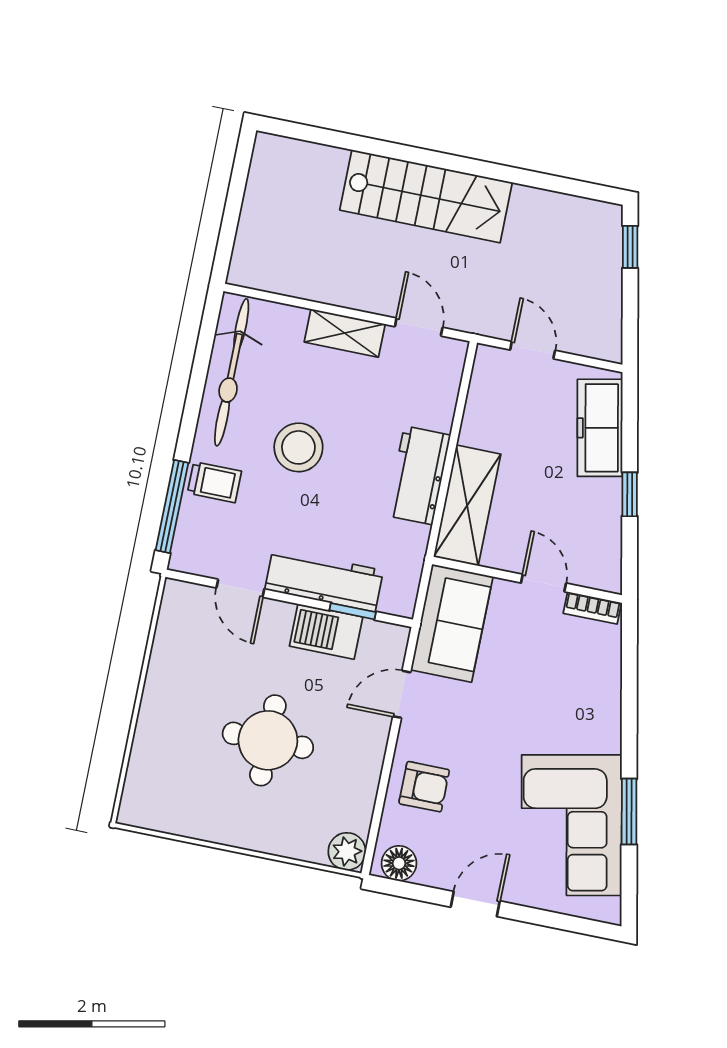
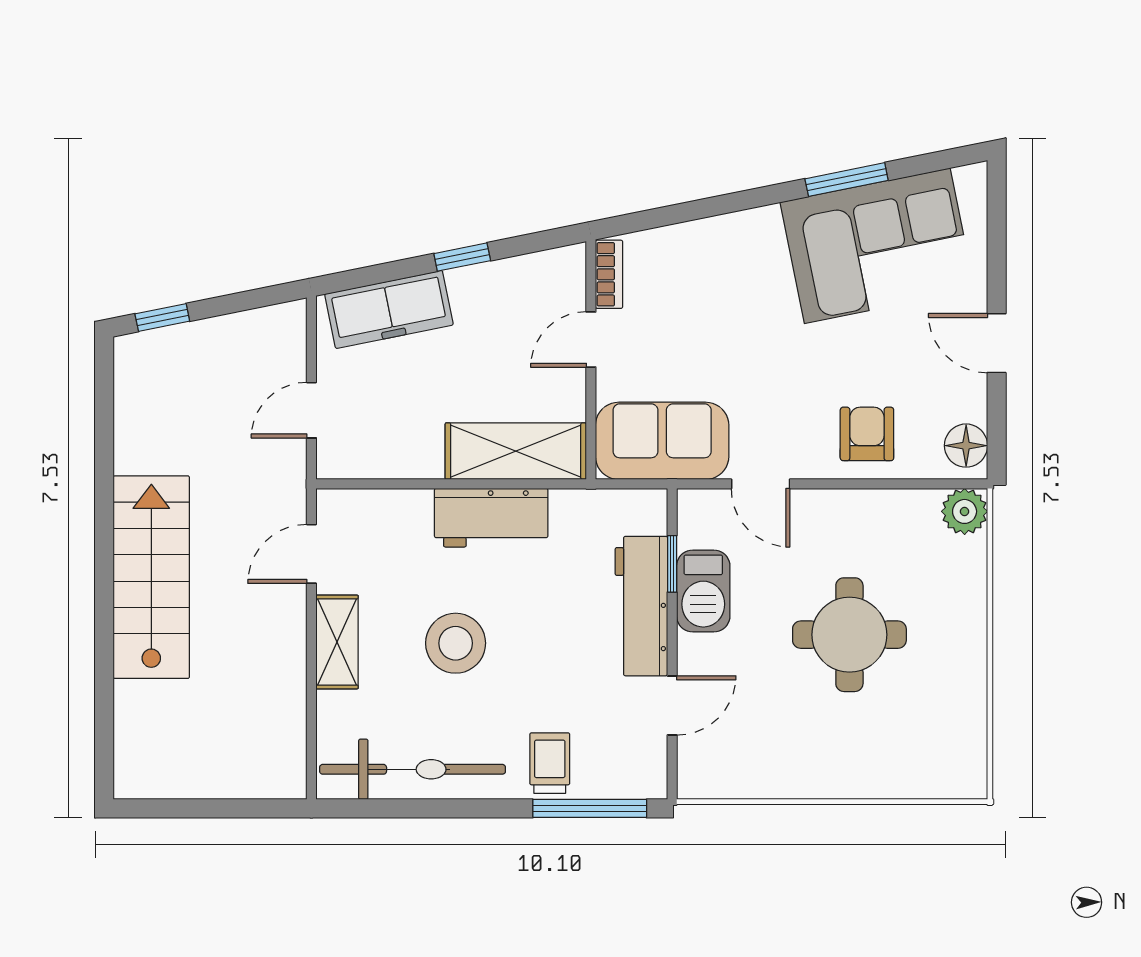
stool: (298, 447) -> (456, 643), moved

